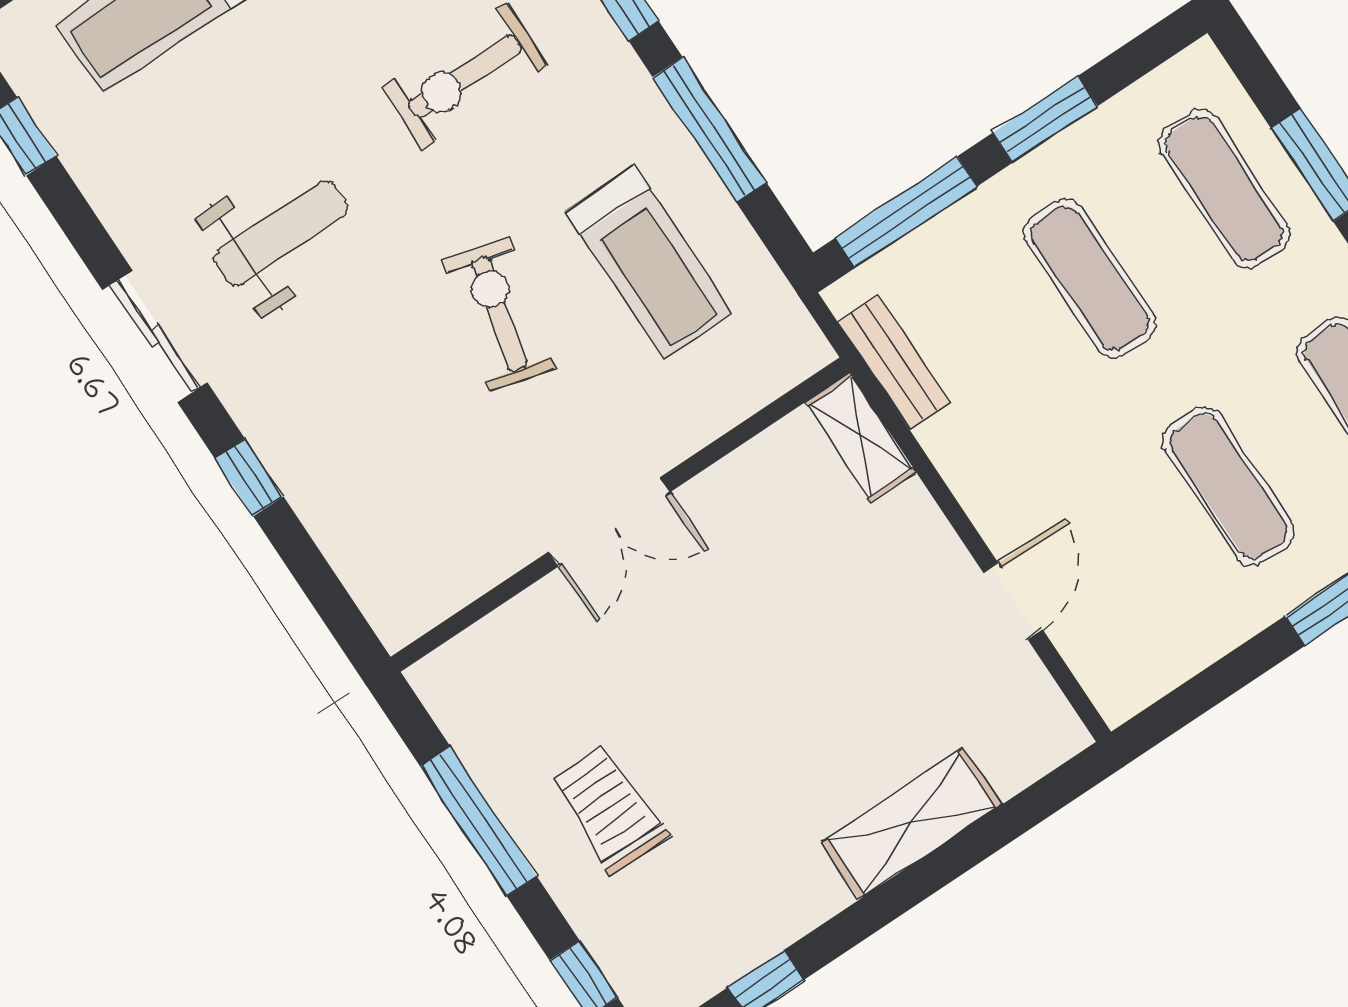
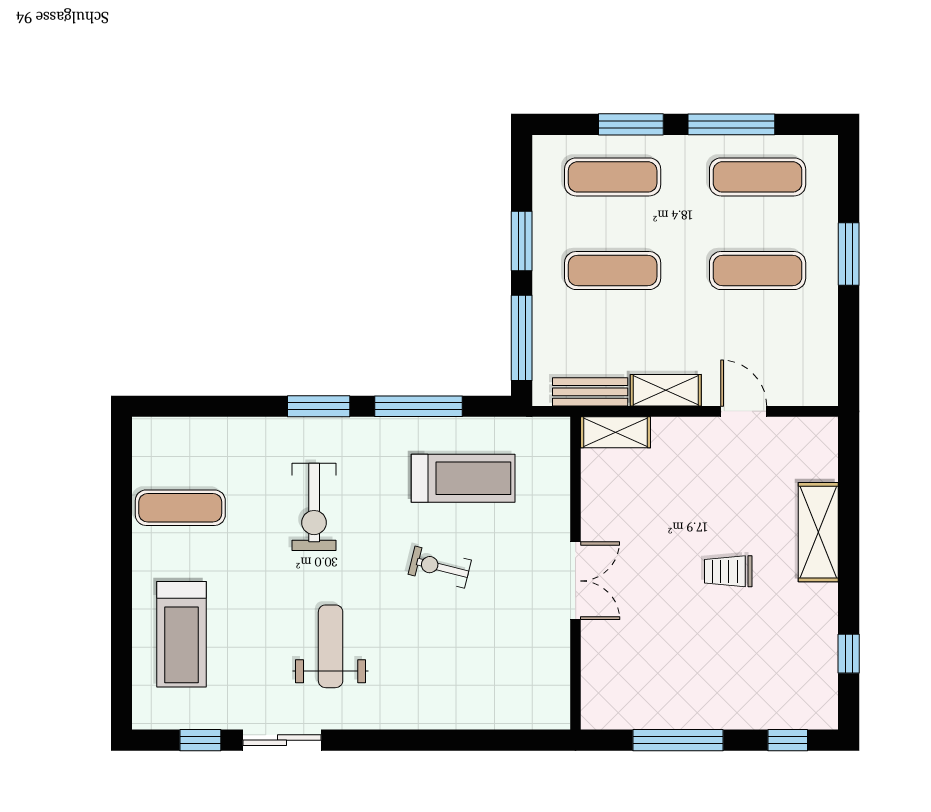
exercise bike: (499, 314) -> (440, 567), width x0.73, depth x0.72
sliding door: (155, 336) -> (282, 740), moved
shelving: (969, 469) -> (666, 390), added
window: (249, 478) -> (438, 740), removed
trolley: (609, 809) -> (728, 571), moved, width x0.73, depth x0.72

